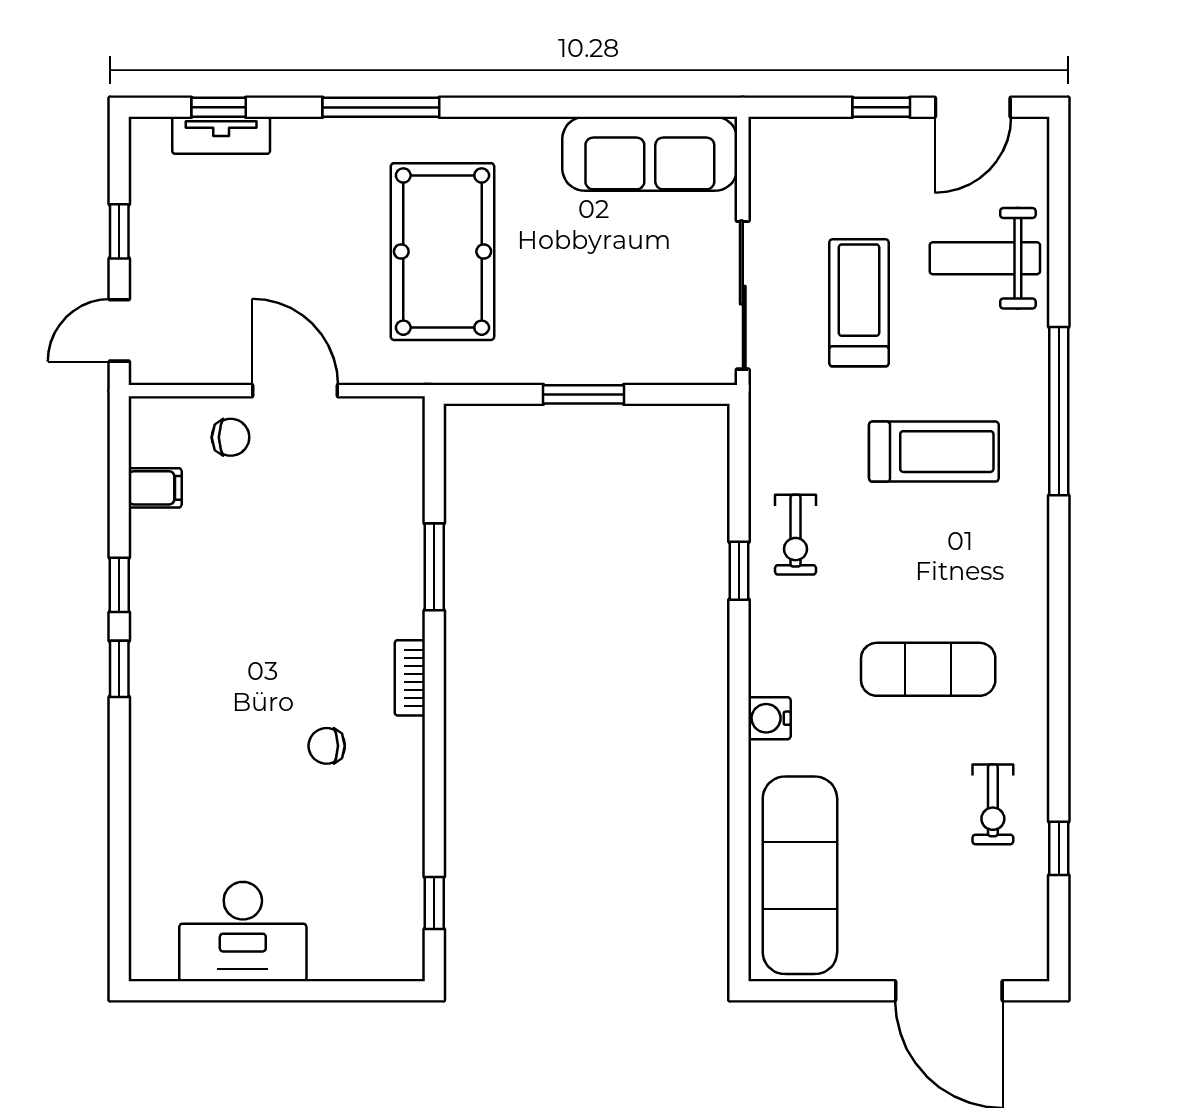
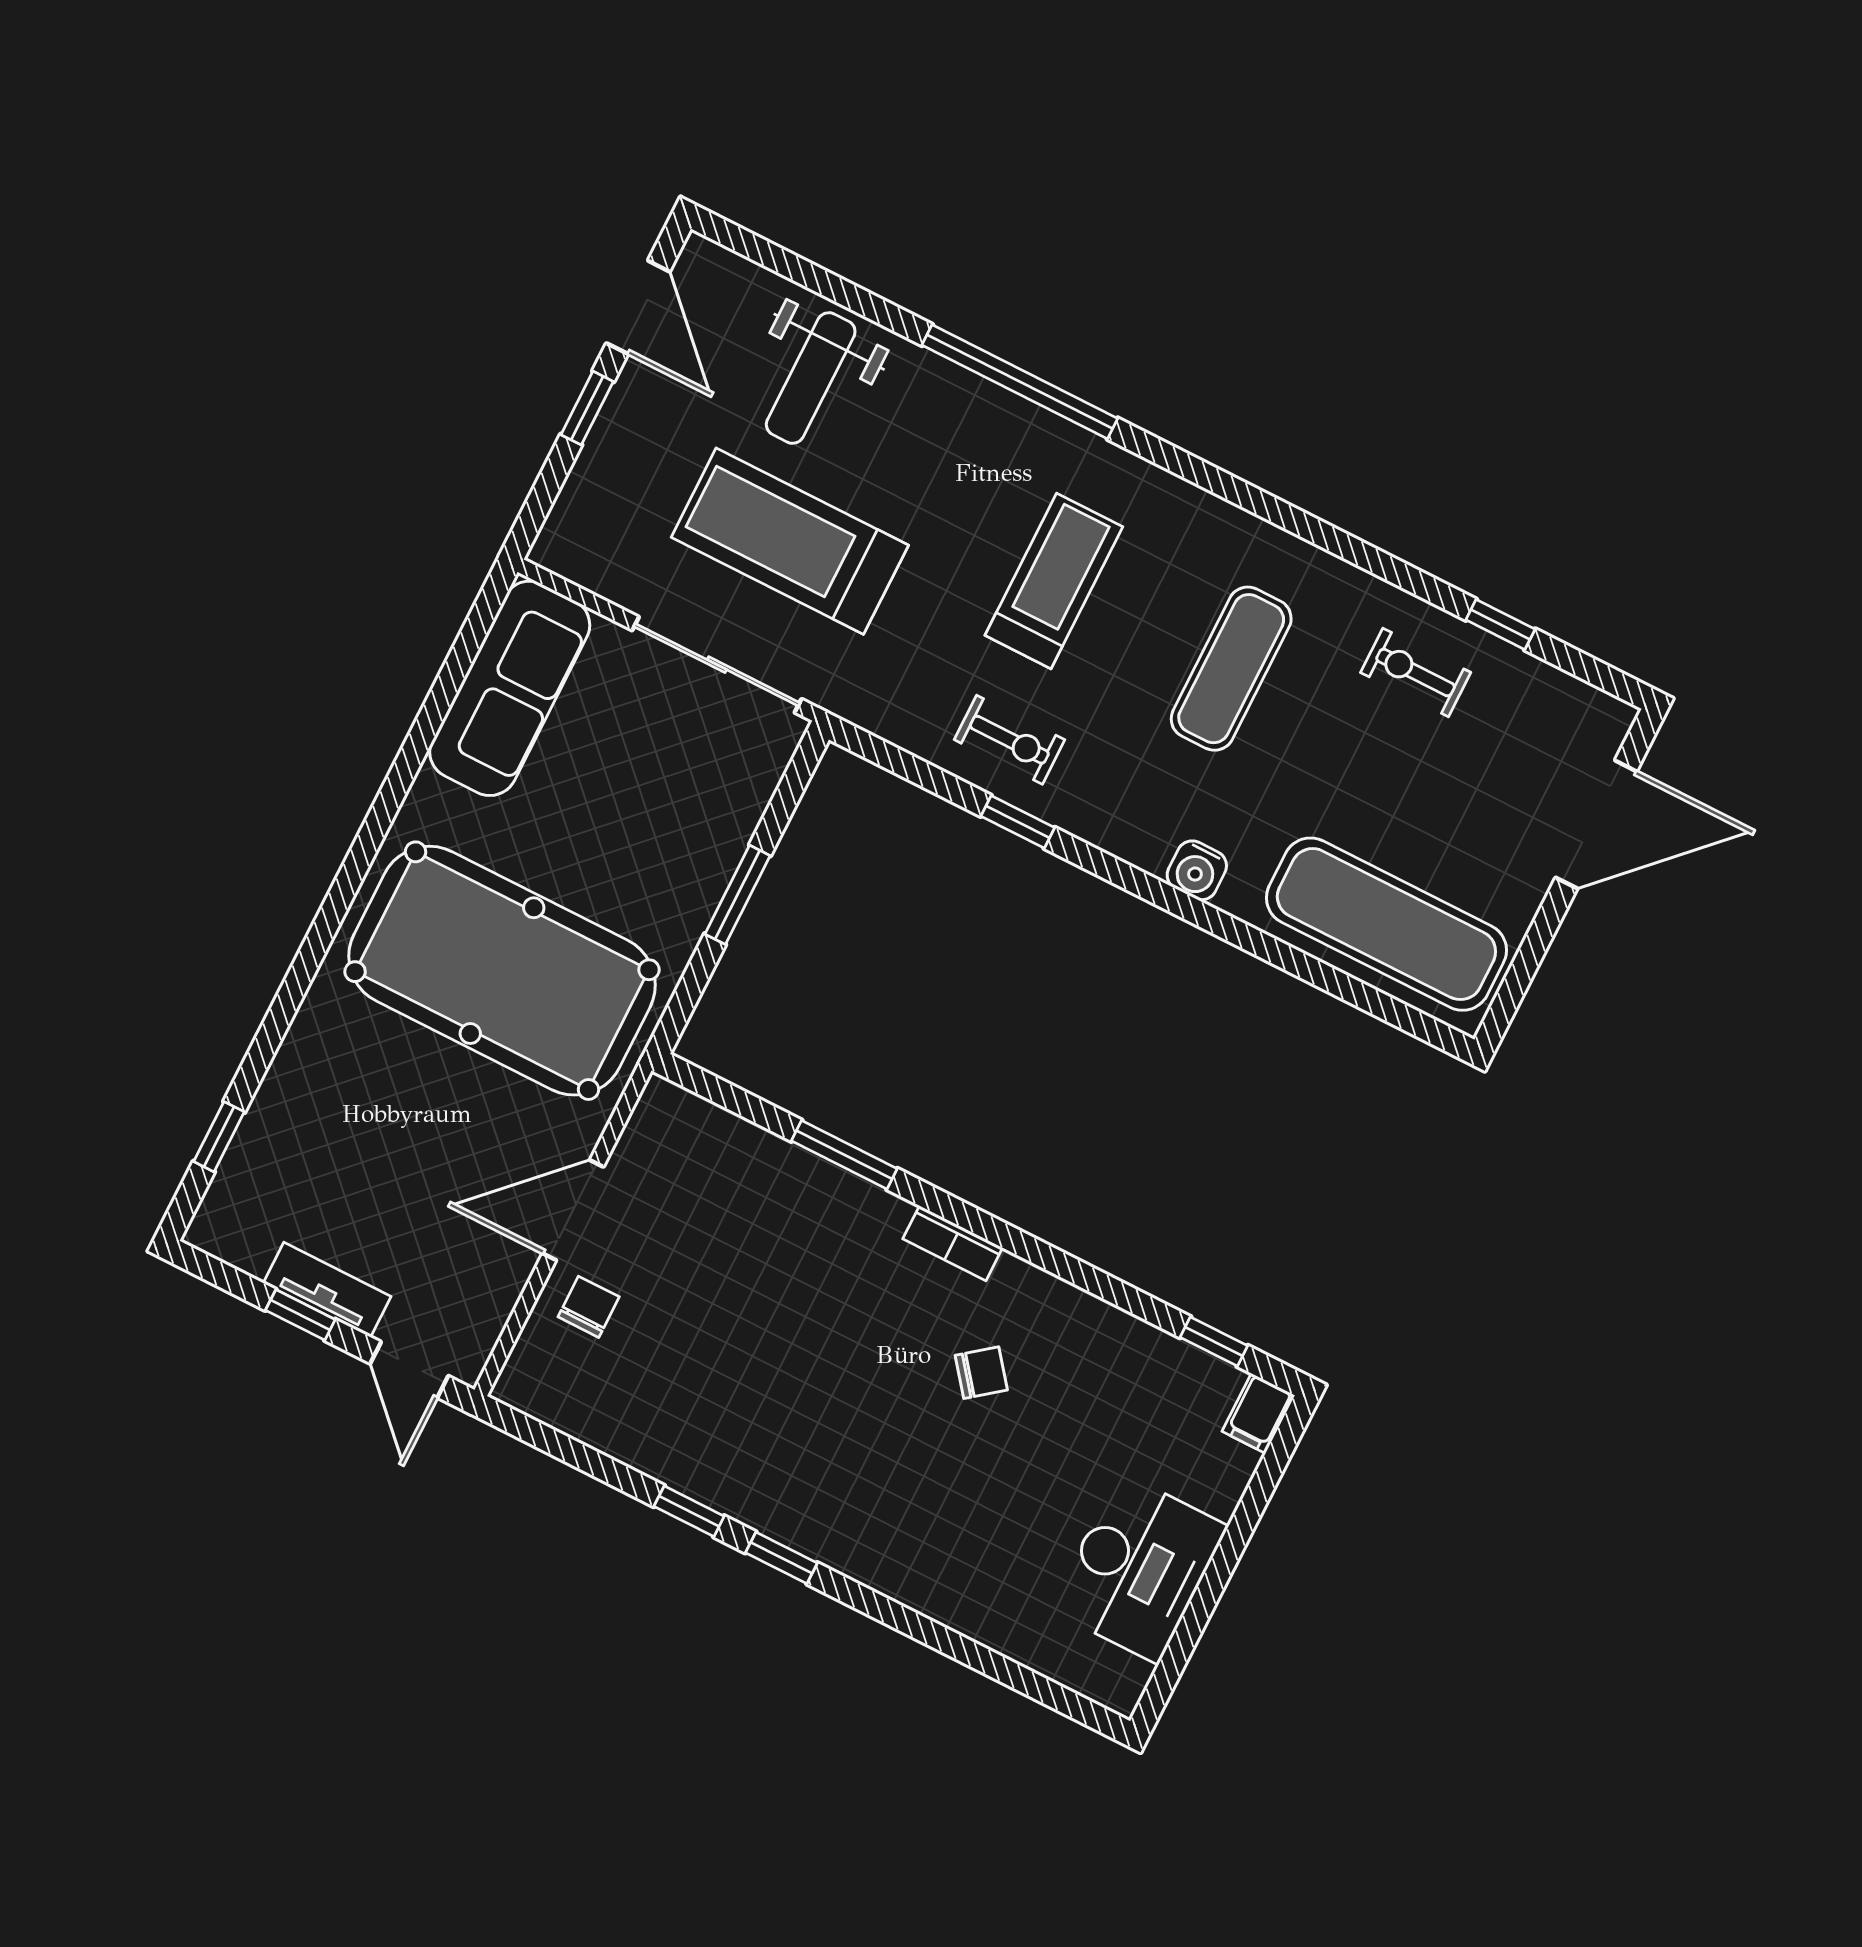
window: (381, 107) -> (309, 958), removed
tv unit: (221, 135) -> (327, 1290), moved, turned -90
pool table: (442, 252) -> (502, 971), width x1.36, depth x1.32
treadmill: (859, 303) -> (790, 541), width x1.37, depth x1.38
treadmill: (934, 452) -> (1054, 581), moved
filing cabinet: (155, 488) -> (1258, 1413), moved, turned 180
chair: (327, 746) -> (981, 1373), turned -128
exercise bike: (993, 804) -> (1416, 672), turned 180

